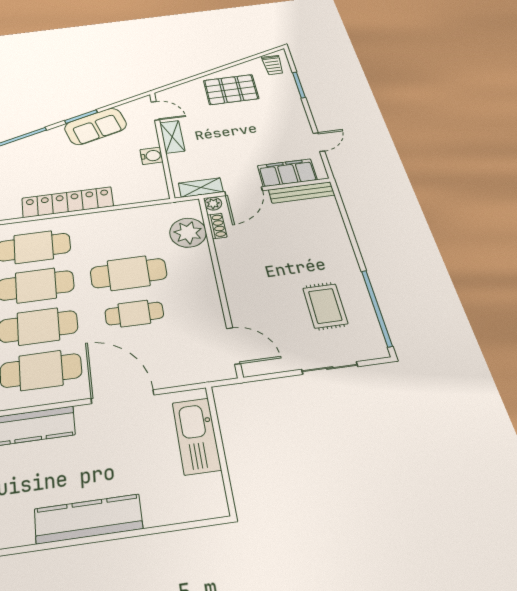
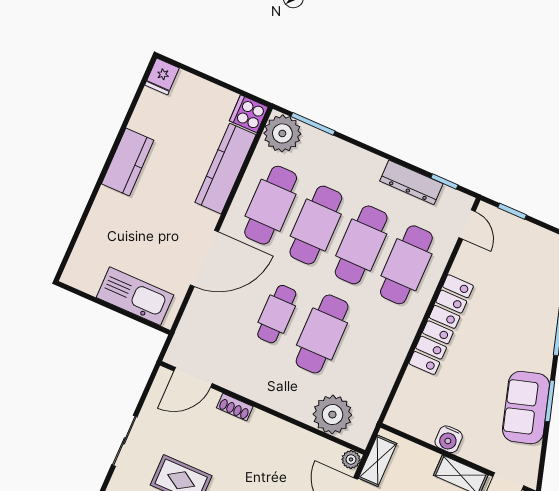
shoe rack: (217, 226) -> (235, 407), moved
kitchen counter: (88, 519) -> (128, 162), width x0.67

